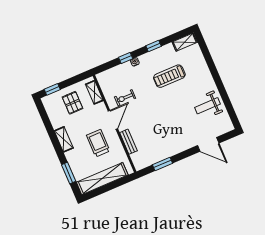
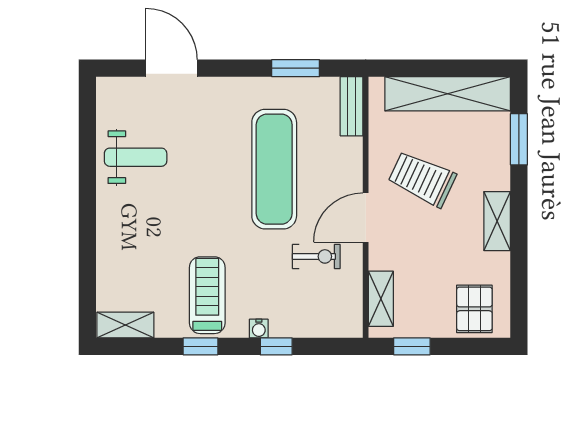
treadmill: (169, 76) -> (207, 295), moved, turned -90
window: (52, 89) -> (412, 346), moved
pallet: (73, 103) -> (474, 309), moved
exercise mat: (154, 123) -> (274, 169), added
bench: (128, 142) -> (352, 106), moved
trolley: (98, 143) -> (422, 179), turned 115

